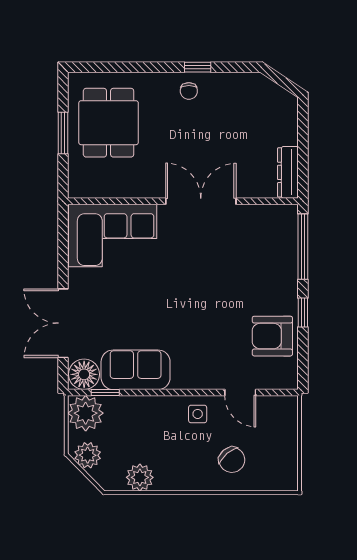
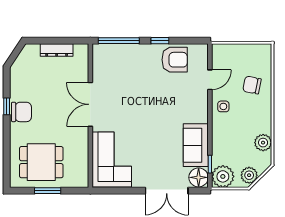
chair: (189, 91) -> (21, 112), width x1.87, depth x1.87
dresser: (288, 172) -> (57, 50), moved
armchair: (272, 336) -> (175, 60), turned -90
chair: (232, 460) -> (252, 85), turned -128

